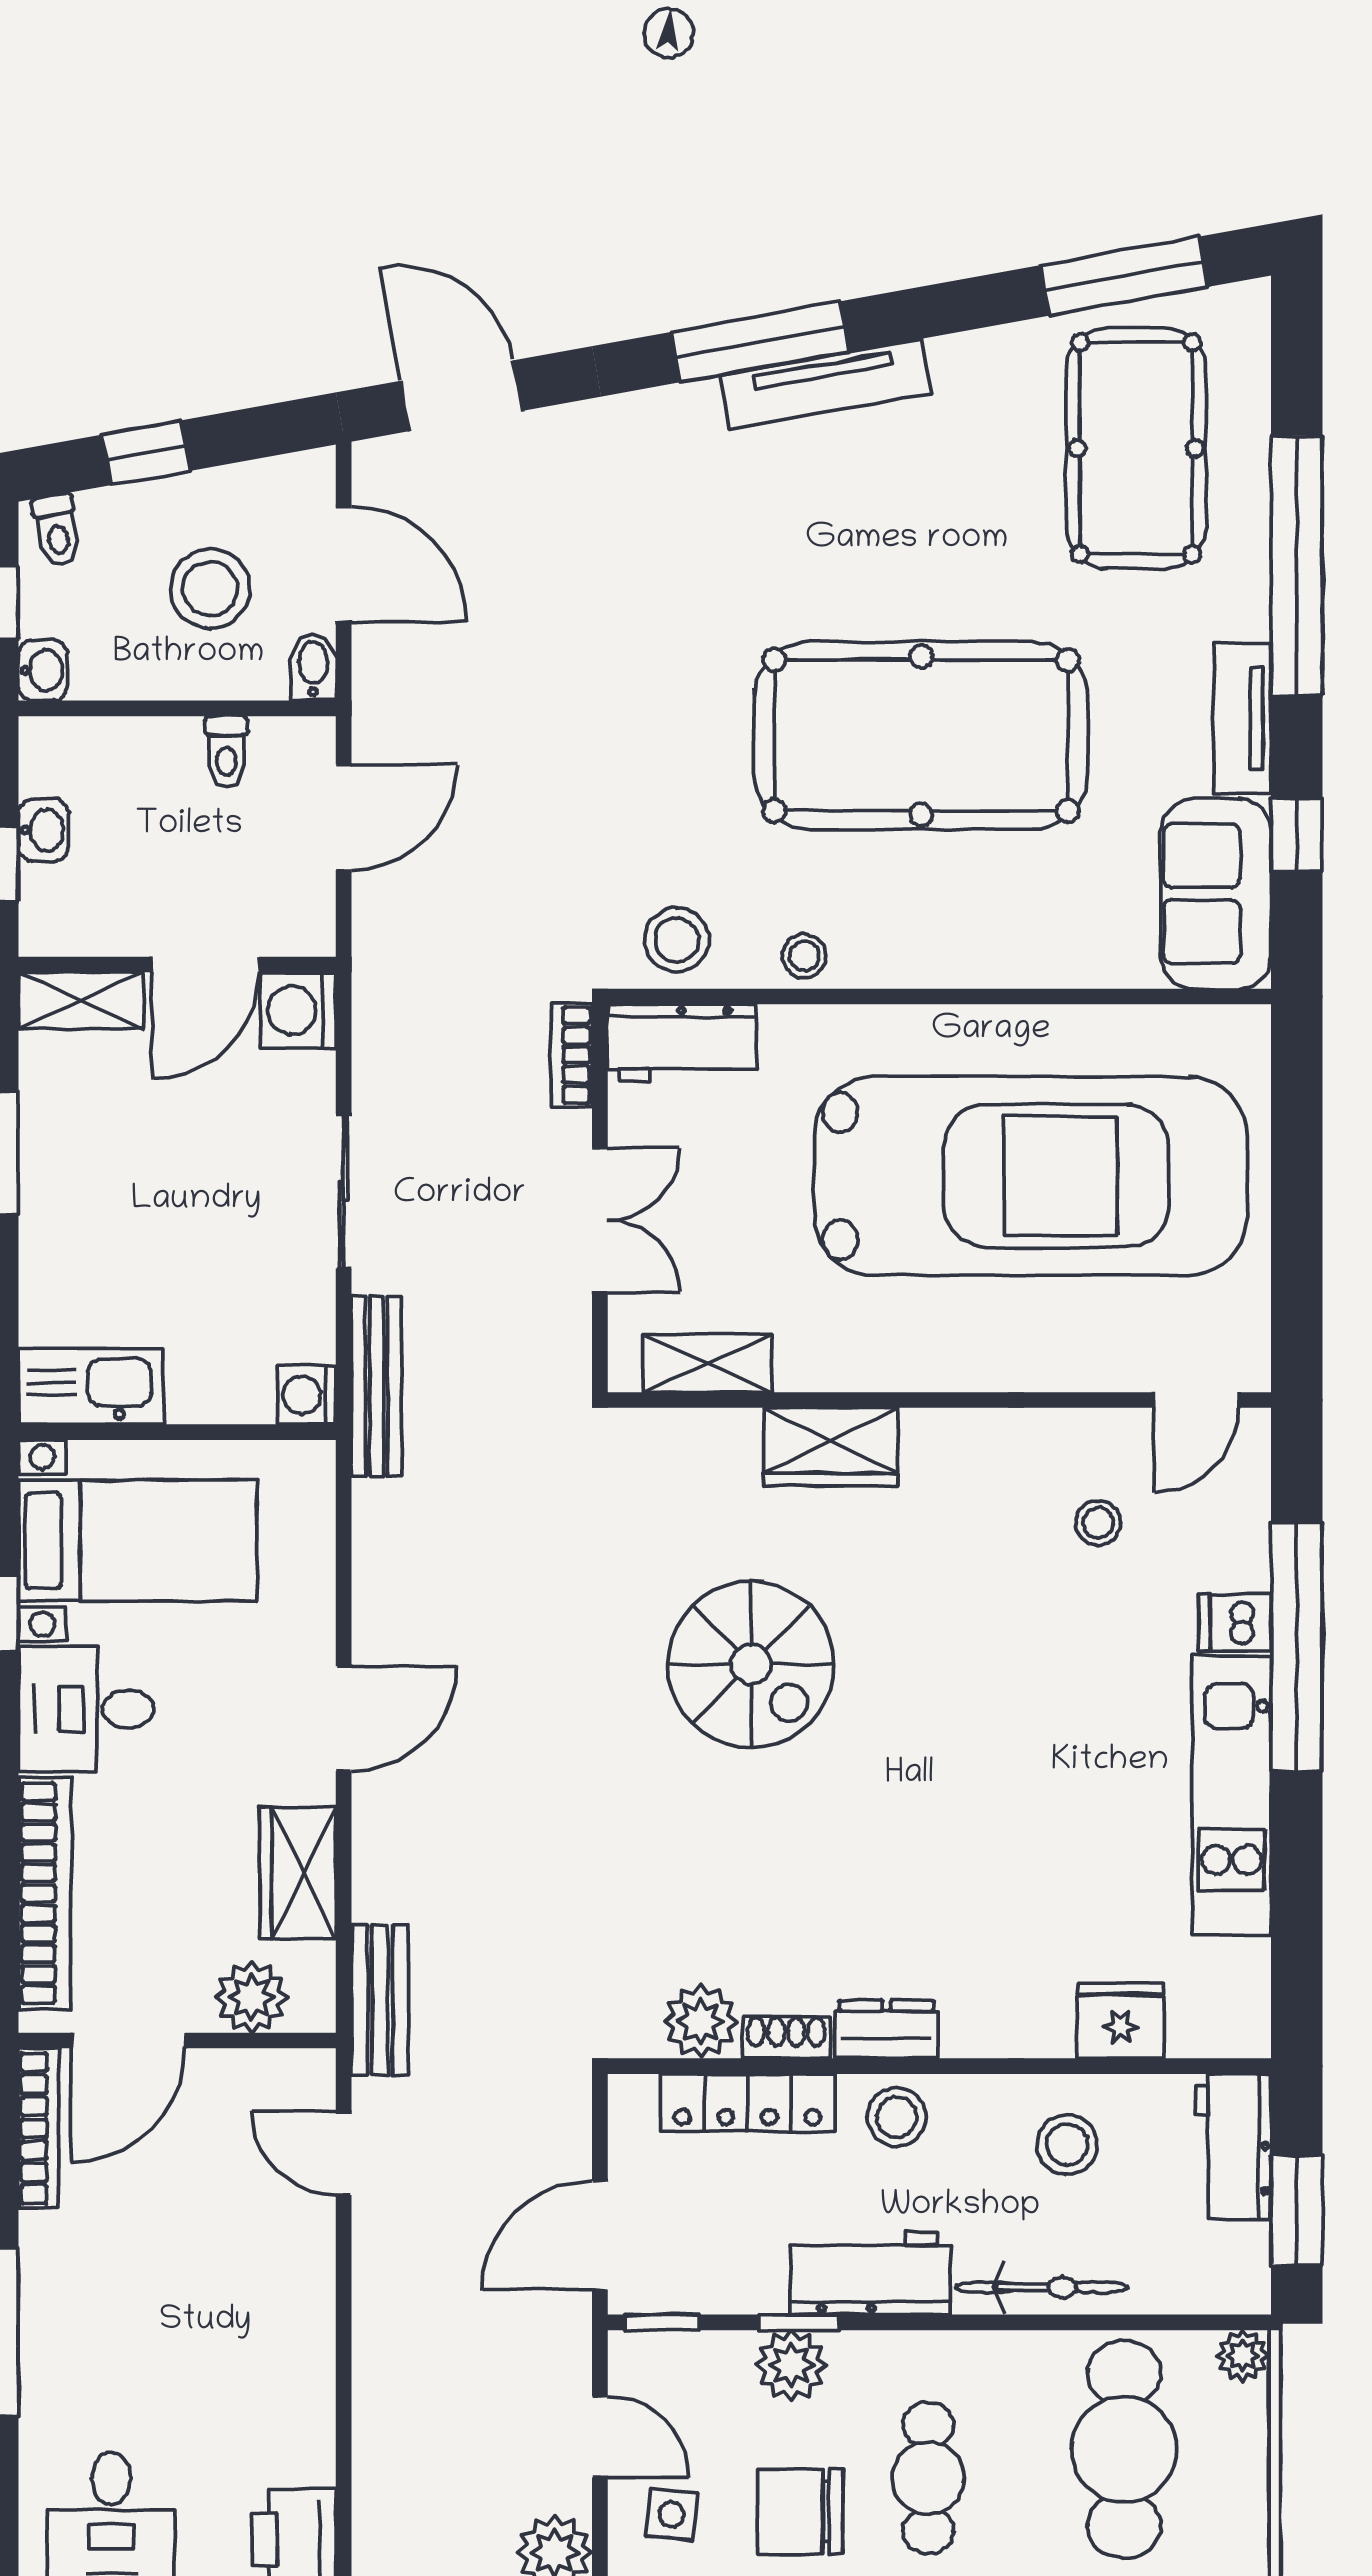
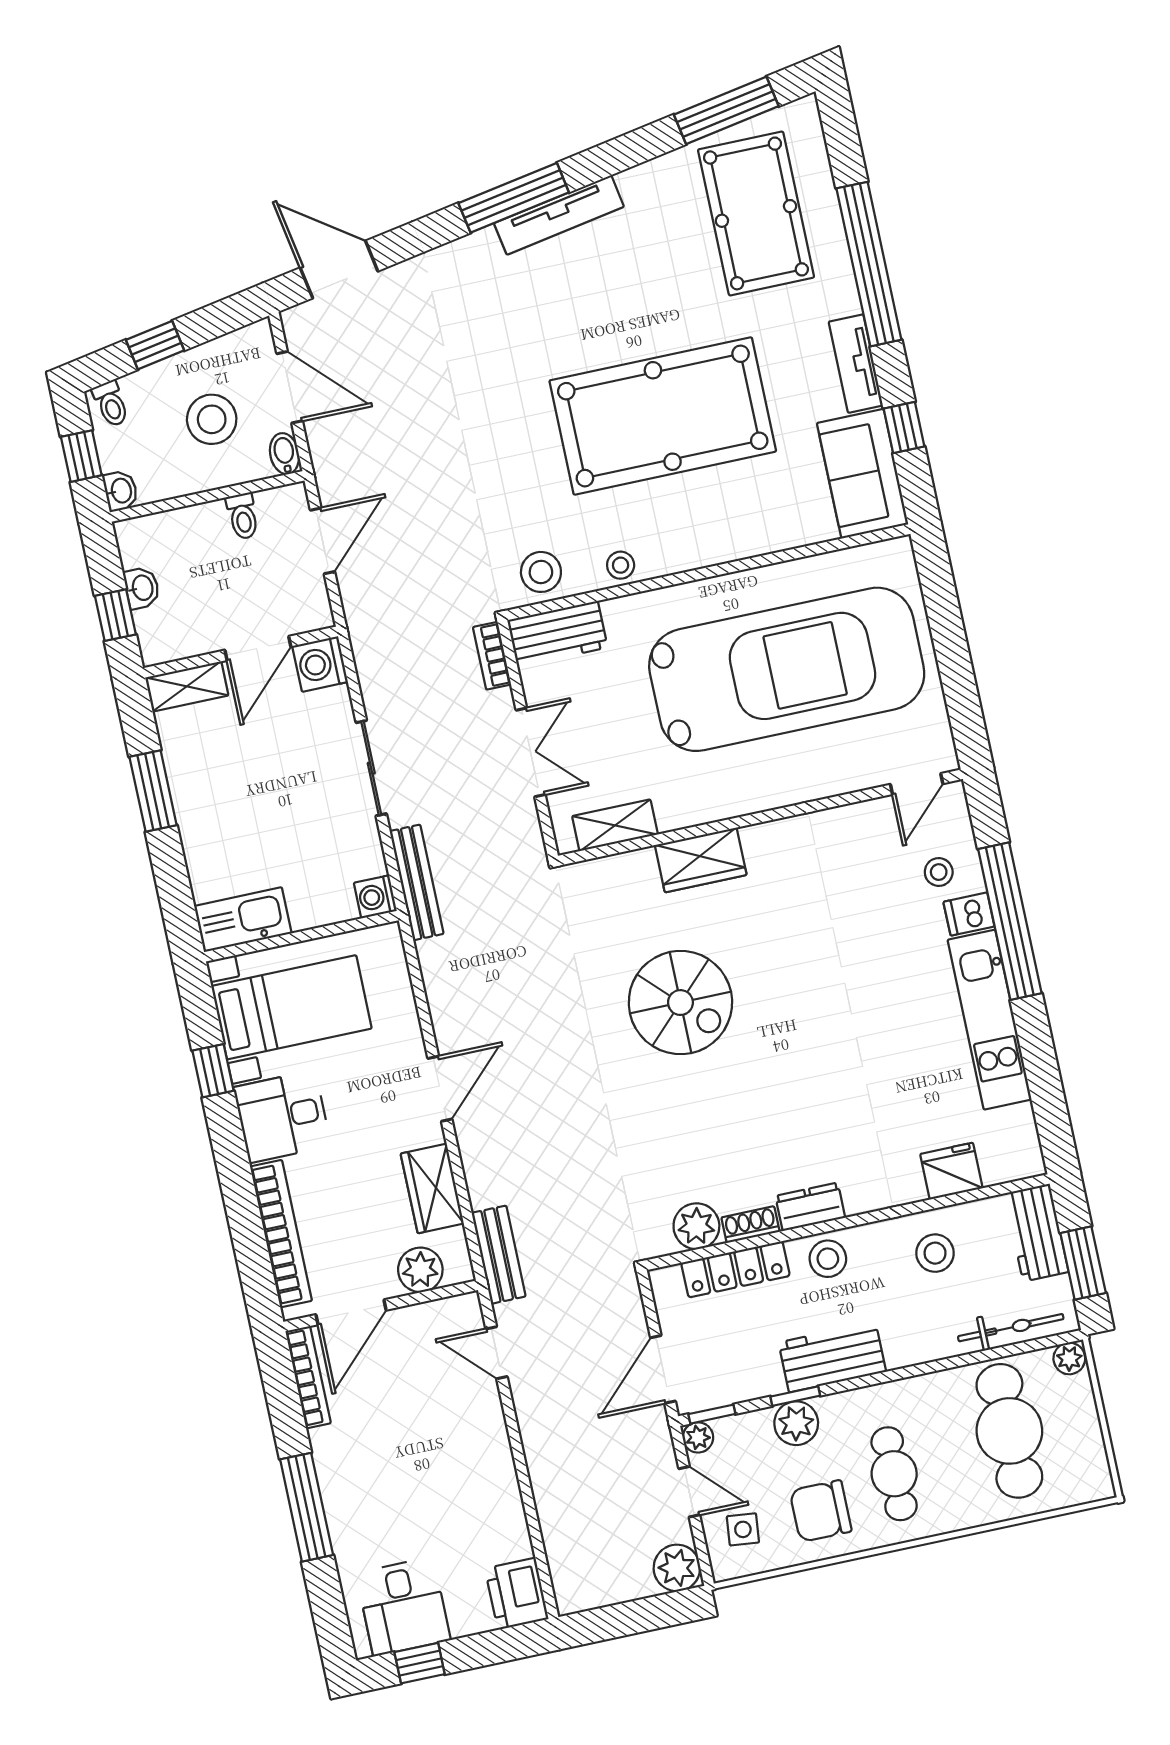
stool: (1098, 1523) -> (939, 872), moved
bicycle: (1042, 2287) -> (1011, 1328), moved
plant: (632, 2354) -> (698, 1437), added

